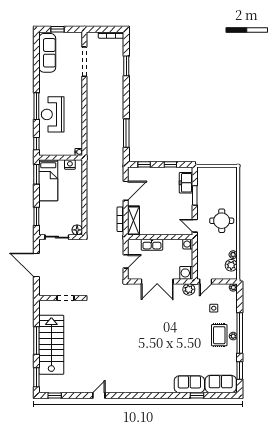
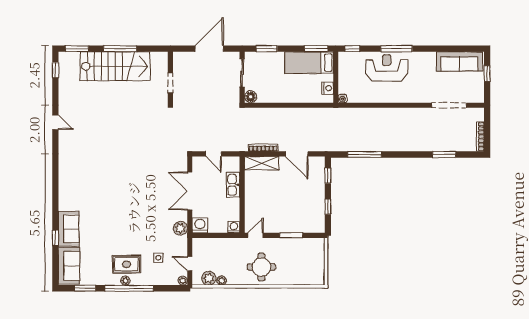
freezer: (186, 183) -> (306, 225), removed
door: (206, 281) -> (190, 264), moved

